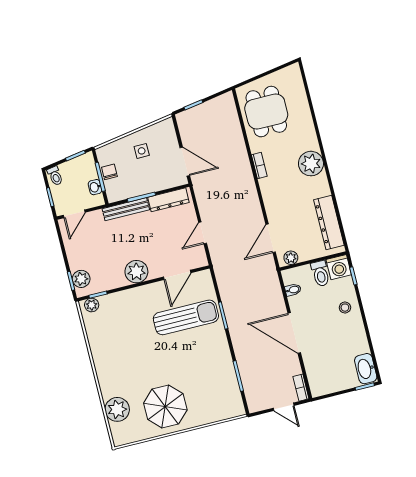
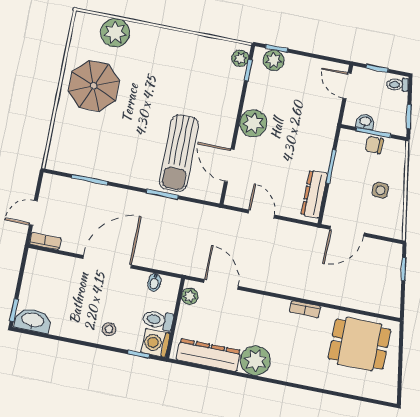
plant: (311, 164) -> (255, 361), moved
chair: (109, 172) -> (374, 145), turned 180
bench: (126, 209) -> (326, 144), removed

